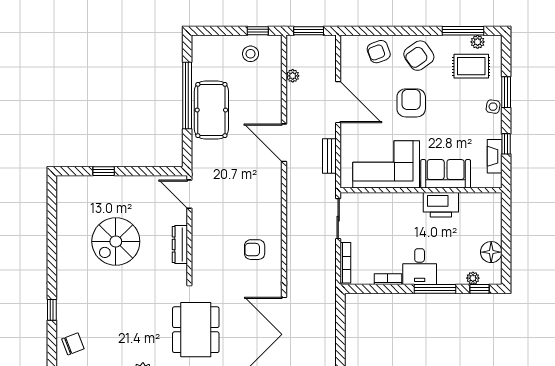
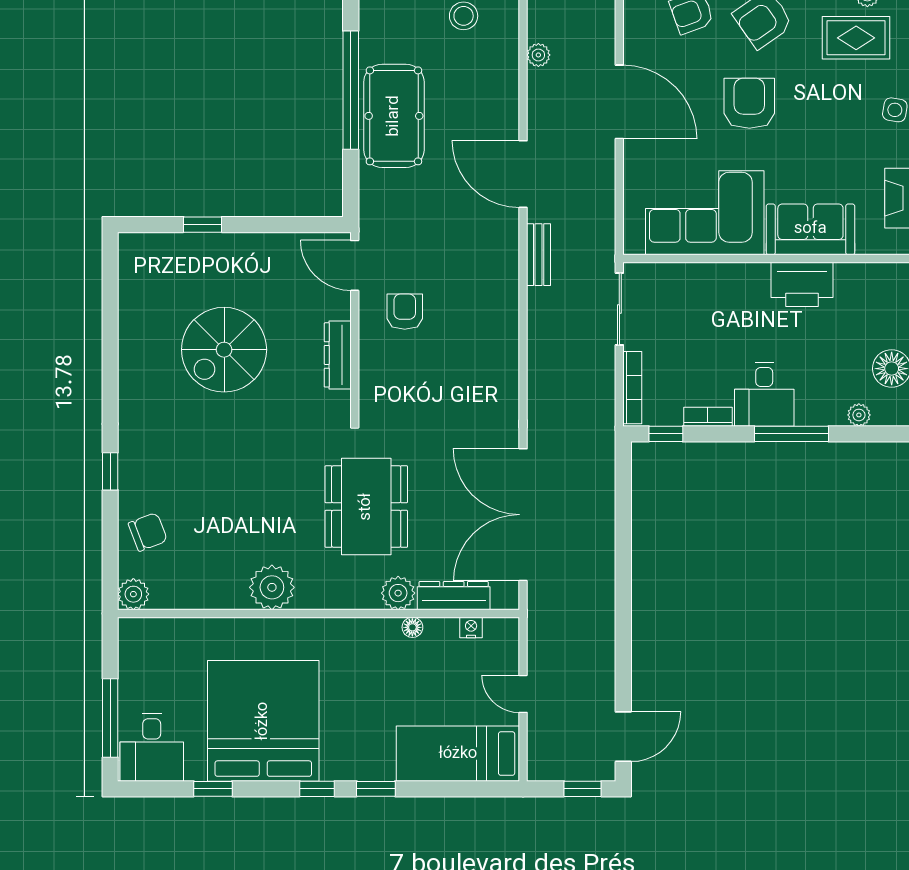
bench: (329, 156) -> (539, 255), moved
armchair: (255, 250) -> (405, 312), moved, turned 90
window: (479, 289) -> (666, 434), moved

